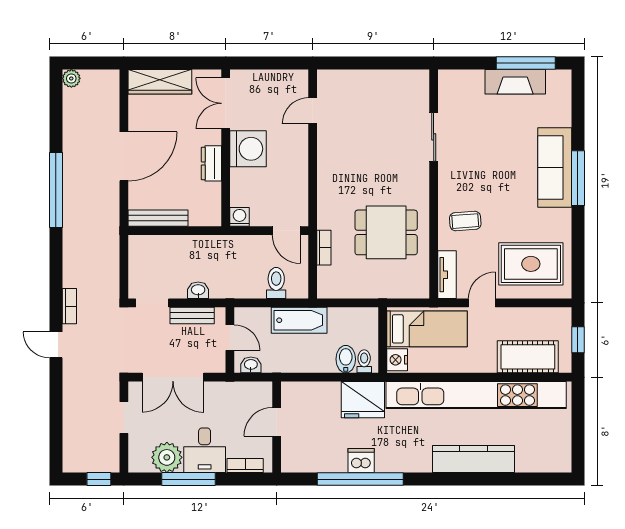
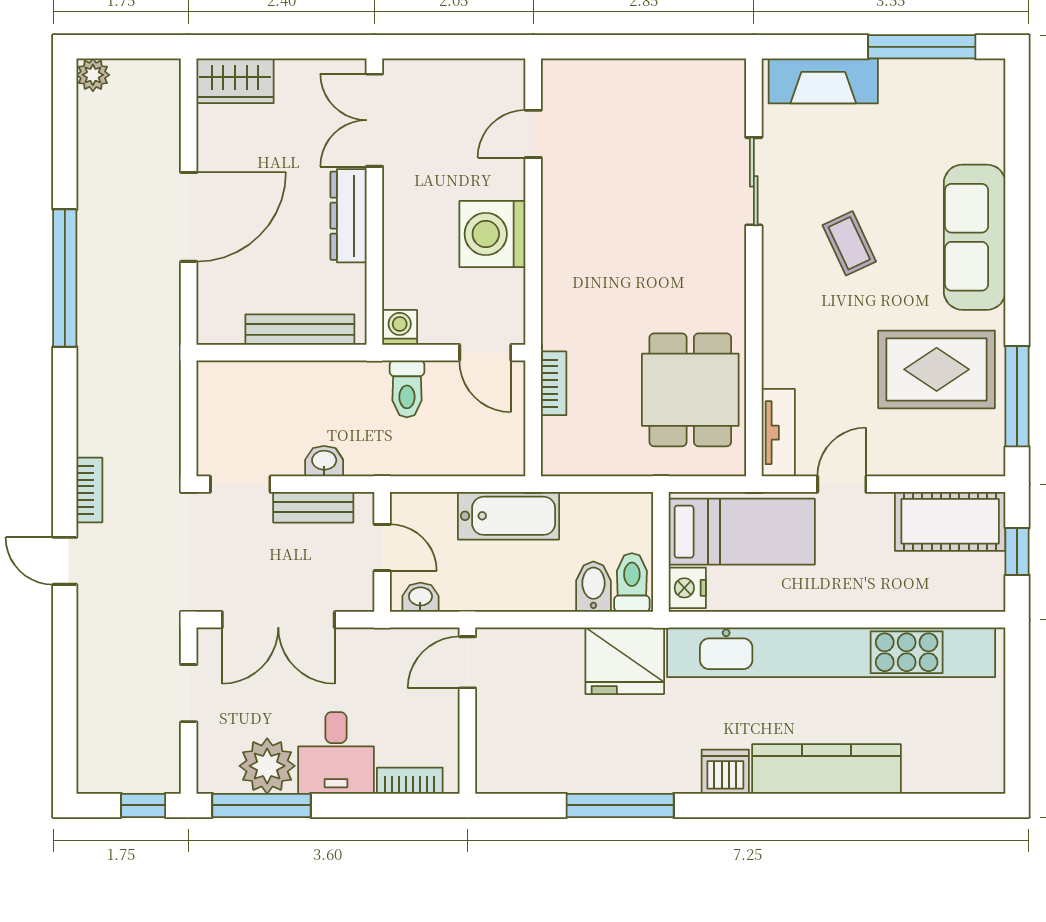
wardrobe: (160, 82) -> (235, 81), width x0.67
fireplace: (515, 82) -> (823, 81), moved
washing machine: (248, 149) -> (492, 234), moved, turned 180
dresser: (211, 163) -> (348, 216), width x1.44
window: (578, 178) -> (1017, 396), moved
bench: (158, 218) -> (300, 330), moved
coffee table: (465, 221) -> (849, 243), moved, turned 69
dining table: (386, 232) -> (690, 390), moved, turned 90
rug: (531, 264) -> (937, 369), moved
toilet: (276, 283) -> (407, 389), moved, turned 180
cot: (528, 357) -> (950, 521), moved
toilet: (364, 361) -> (632, 583), width x1.37, depth x1.39
door: (277, 422) -> (467, 662), moved
dishwasher: (361, 461) -> (725, 772), moved
window: (189, 479) -> (262, 805), moved
window: (360, 479) -> (620, 805), width x0.68

